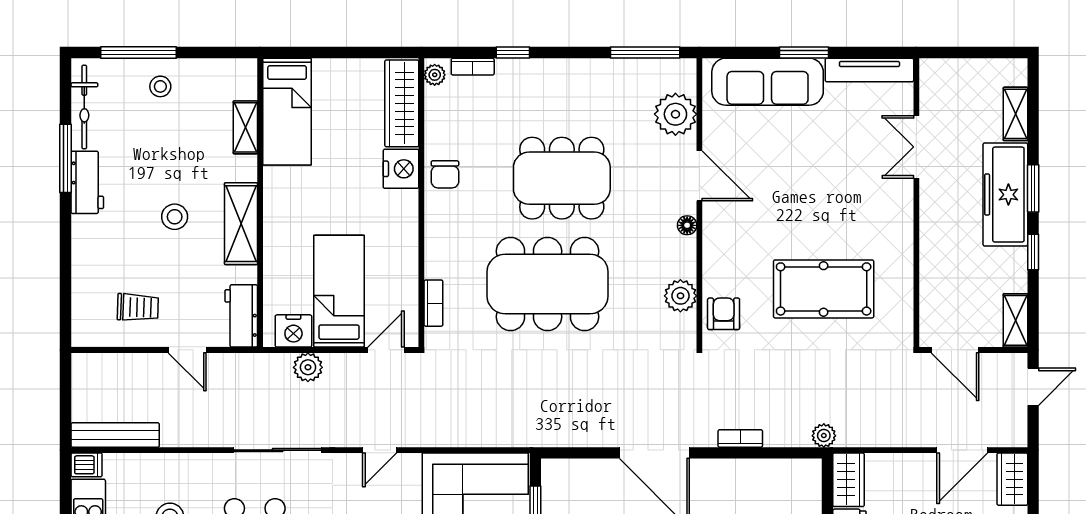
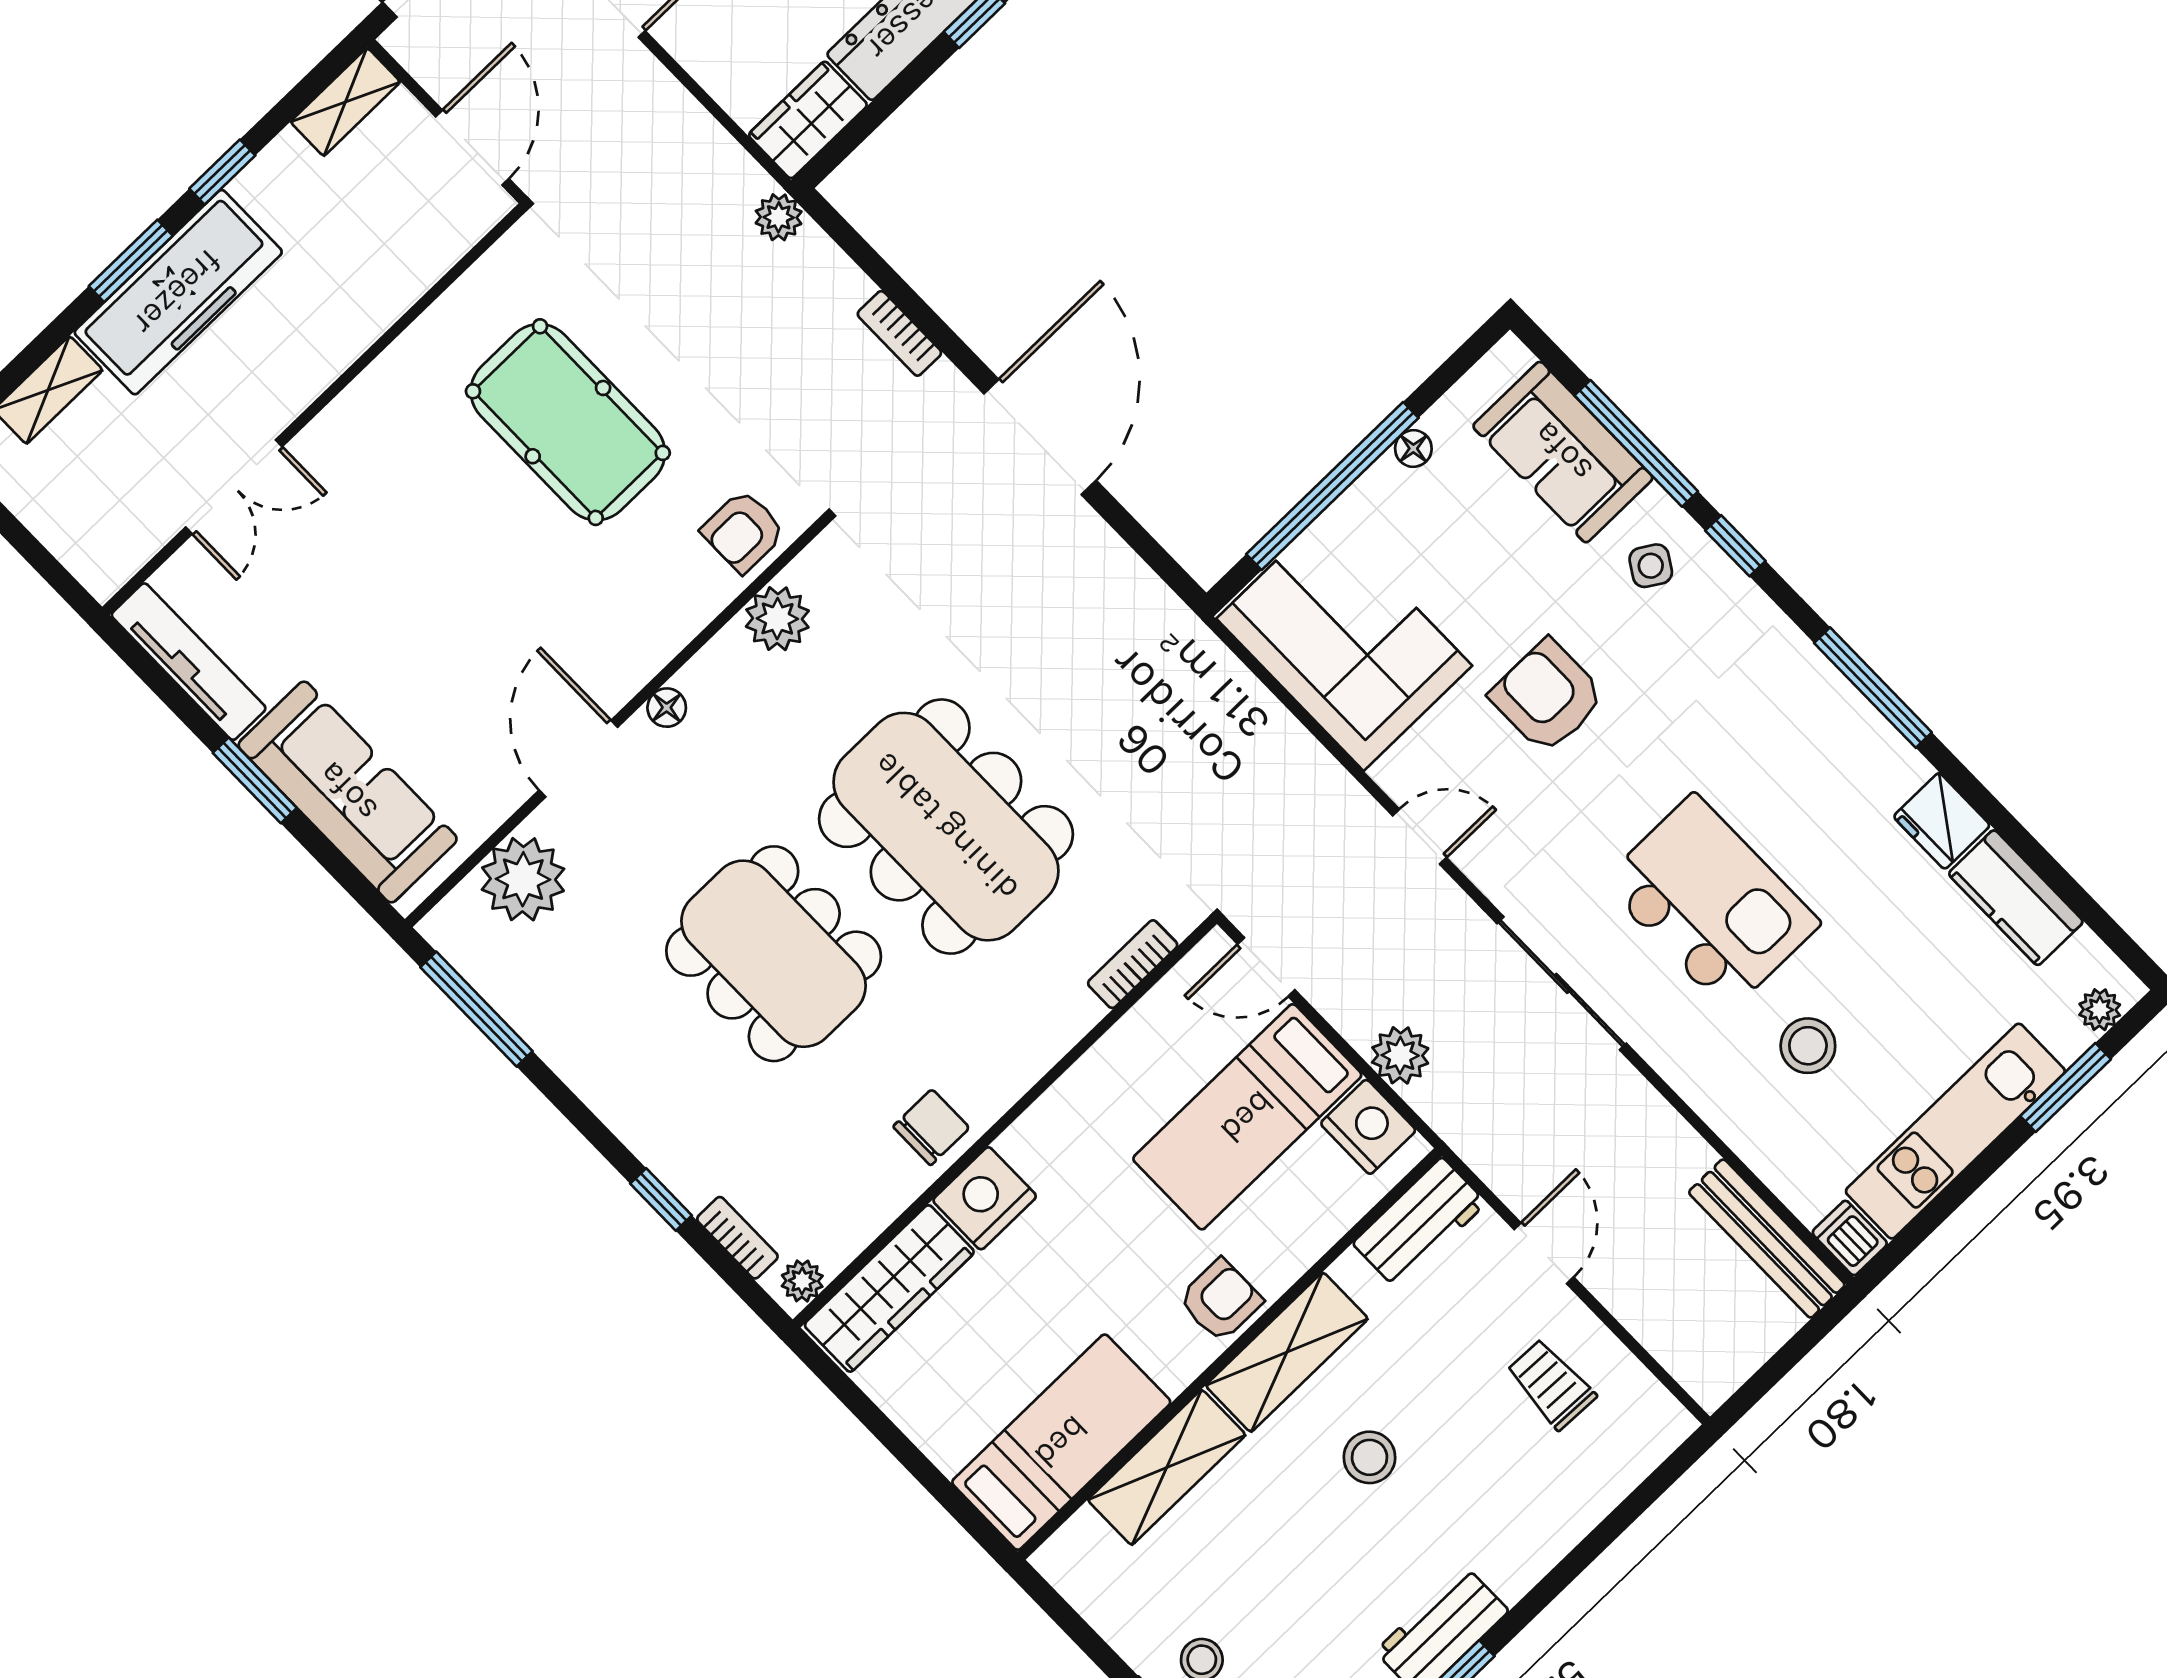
shelving: (245, 127) -> (1167, 1467), width x1.50, depth x1.33
armchair: (283, 218) -> (1220, 1300), added

